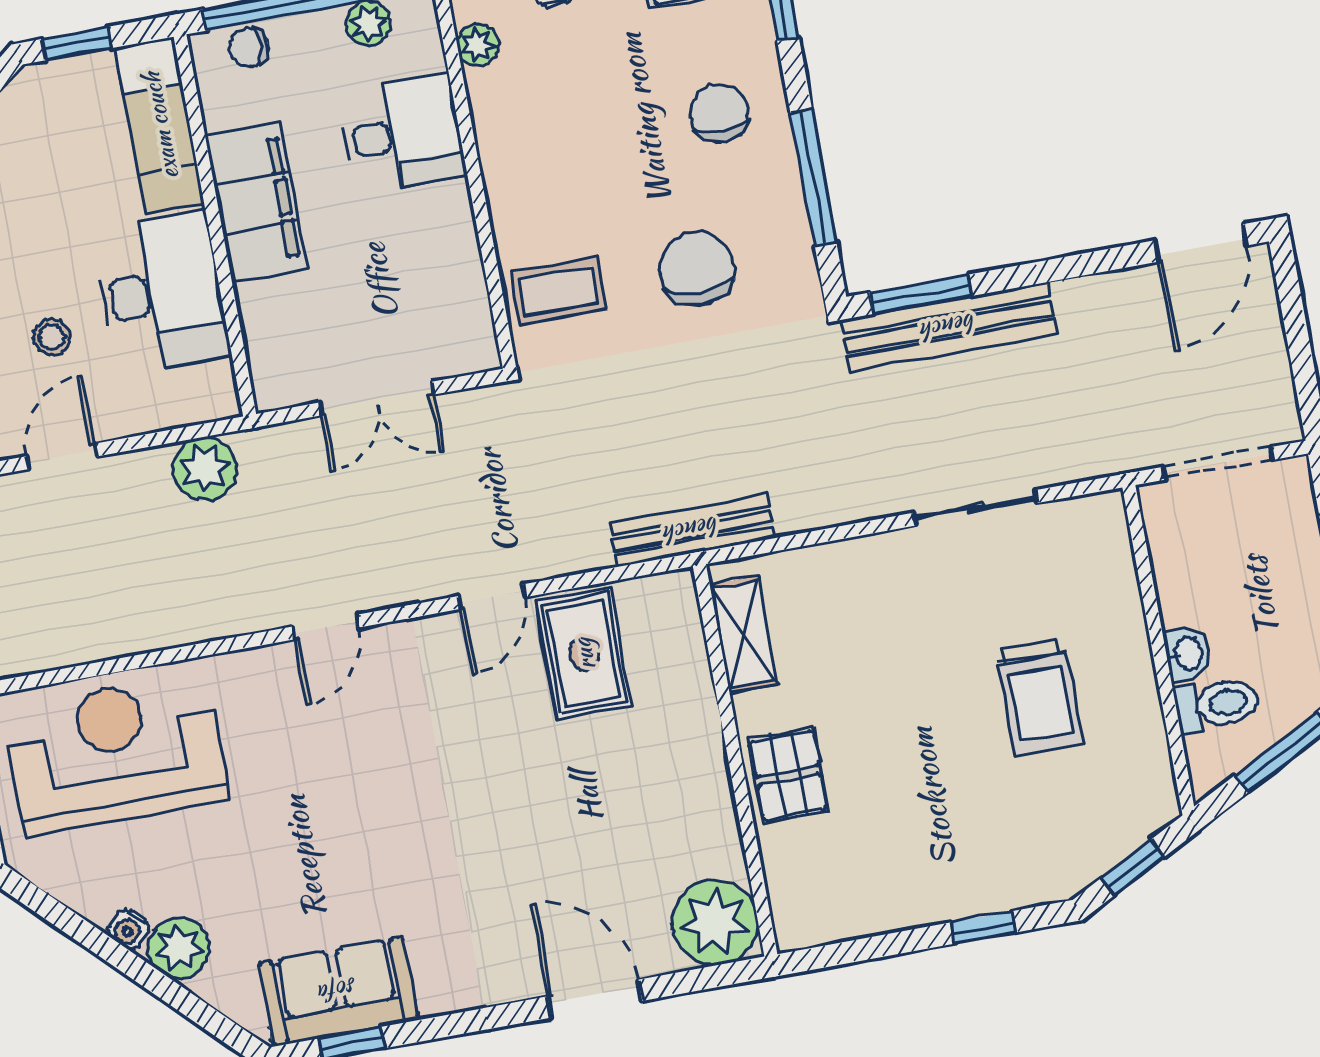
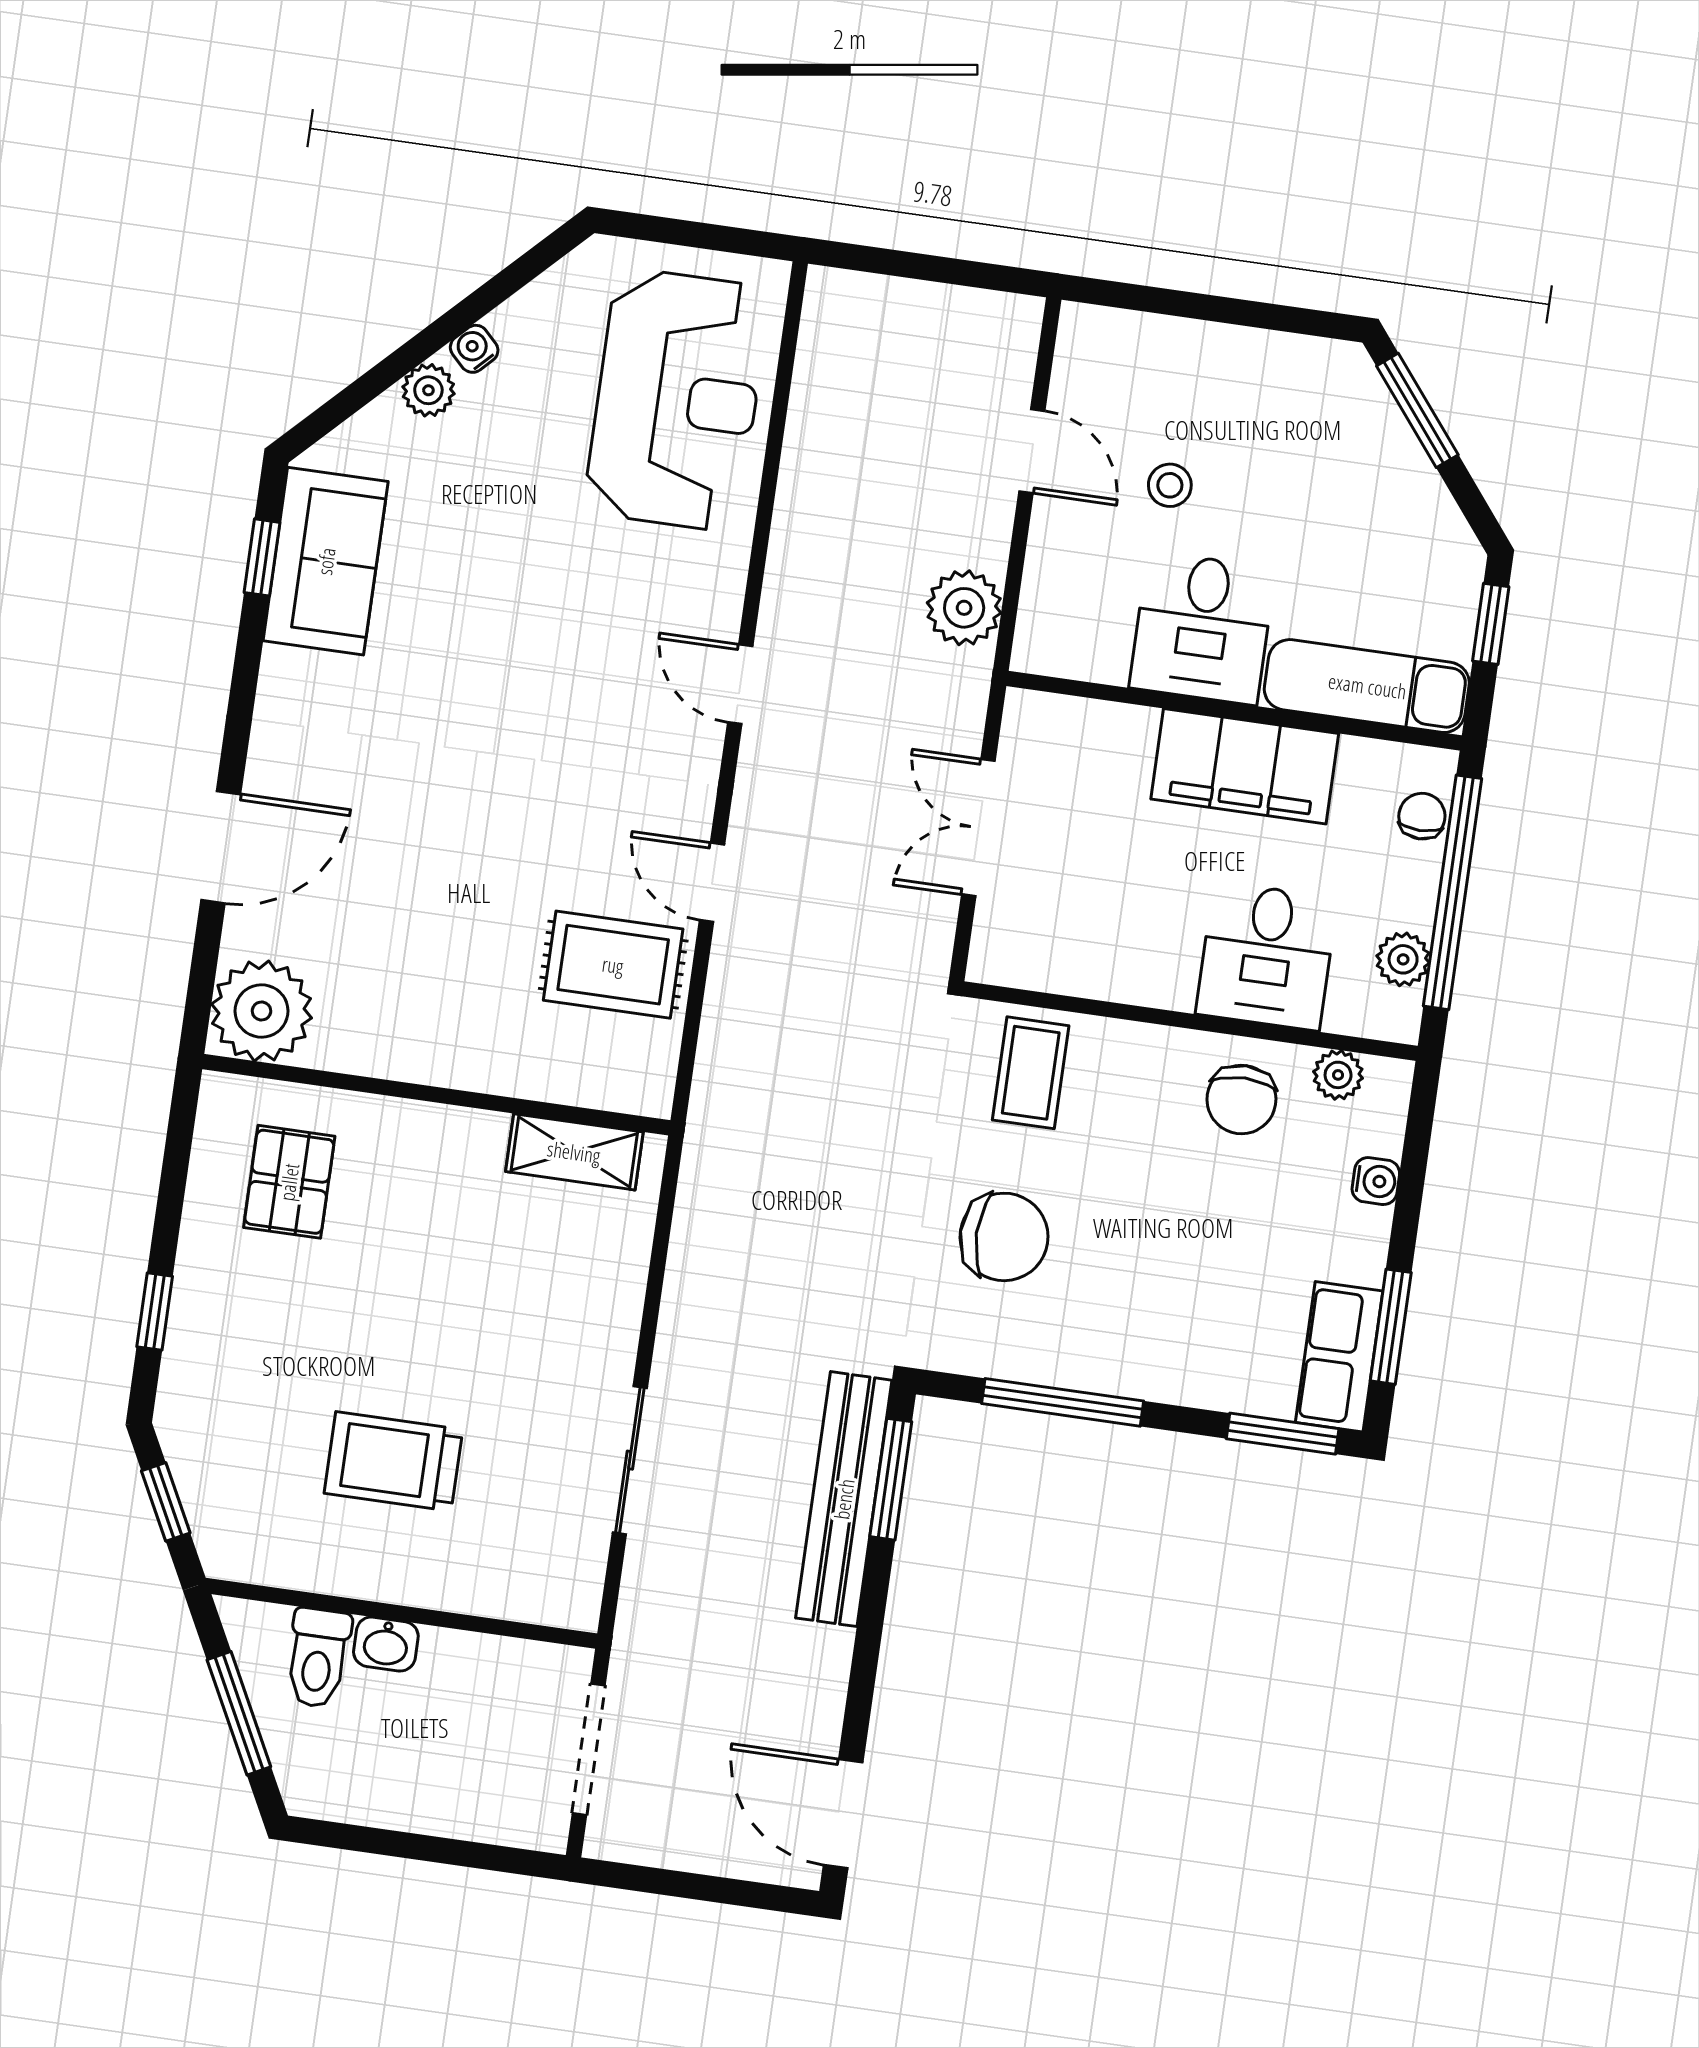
chair: (719, 113) -> (1241, 1100), moved, turned 90
desk: (161, 293) -> (1202, 628), width x0.73
bench: (692, 530) -> (711, 1133), removed
pallet: (788, 776) -> (289, 1182), moved, turned 90
plant: (179, 948) -> (428, 390), width x0.73, depth x0.73

